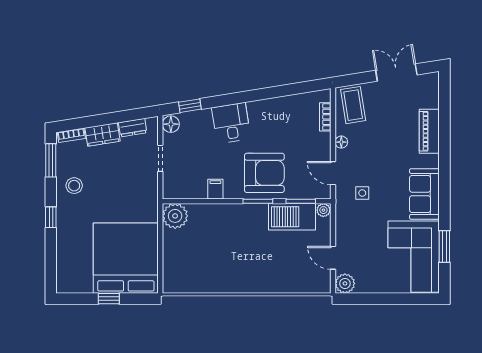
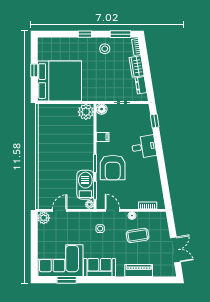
coffee table: (353, 105) -> (138, 235), moved
floor lamp: (171, 124) -> (102, 109), moved
door: (333, 173) -> (113, 210), hinge flipped

